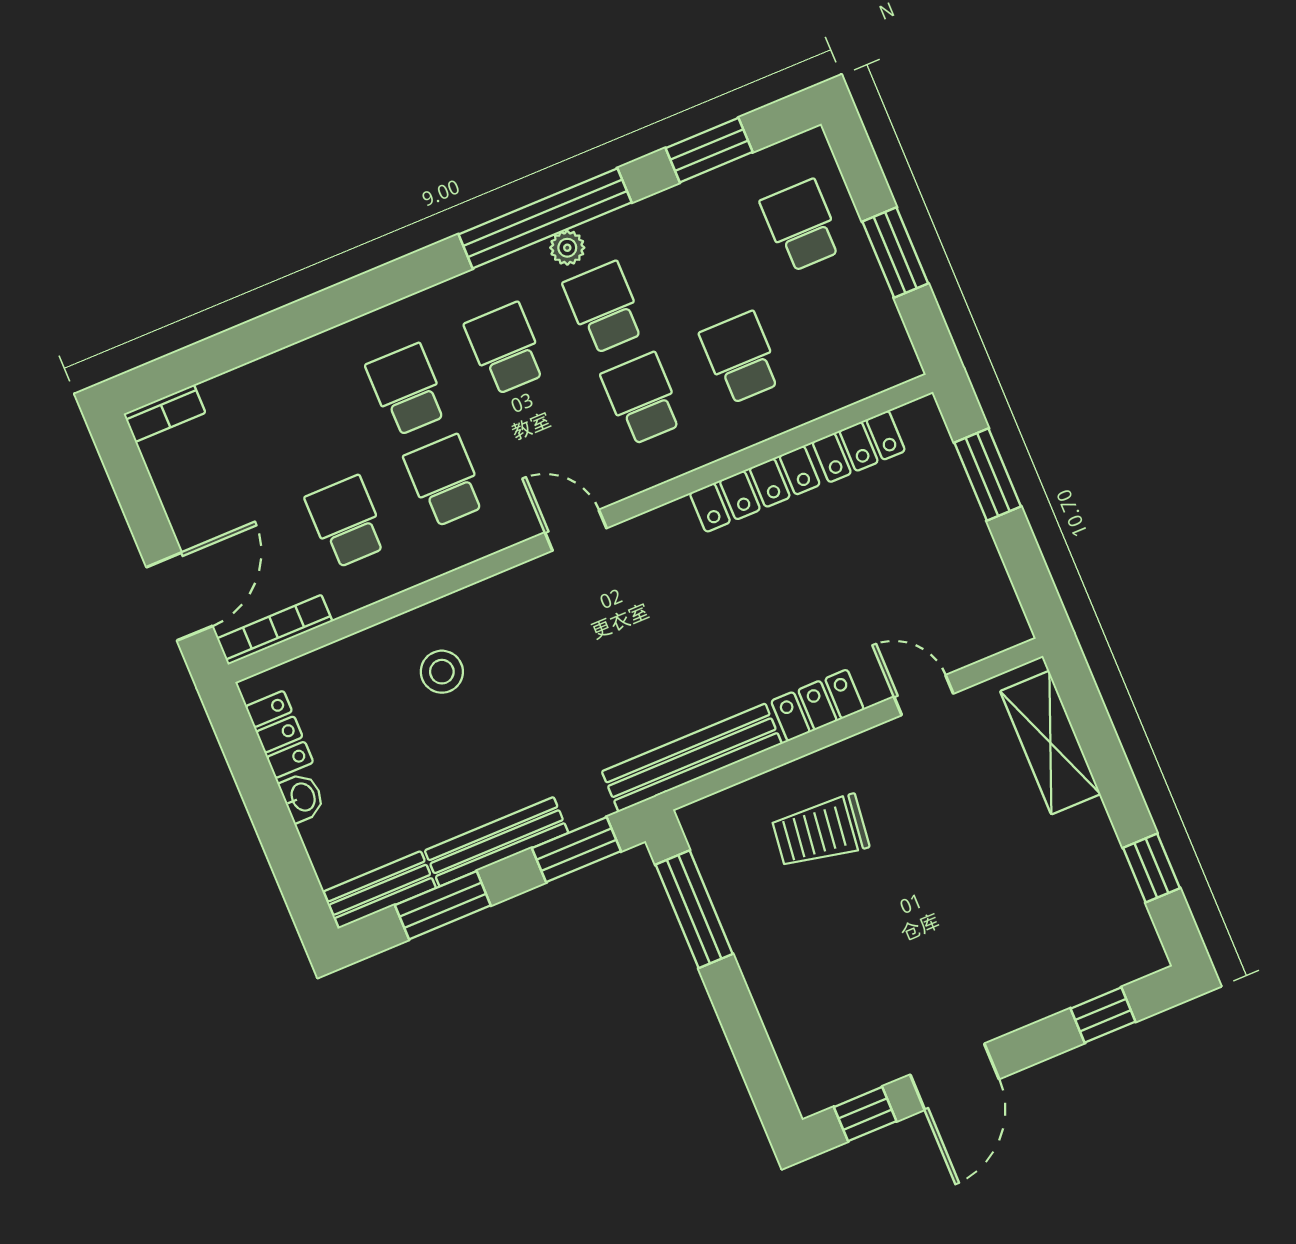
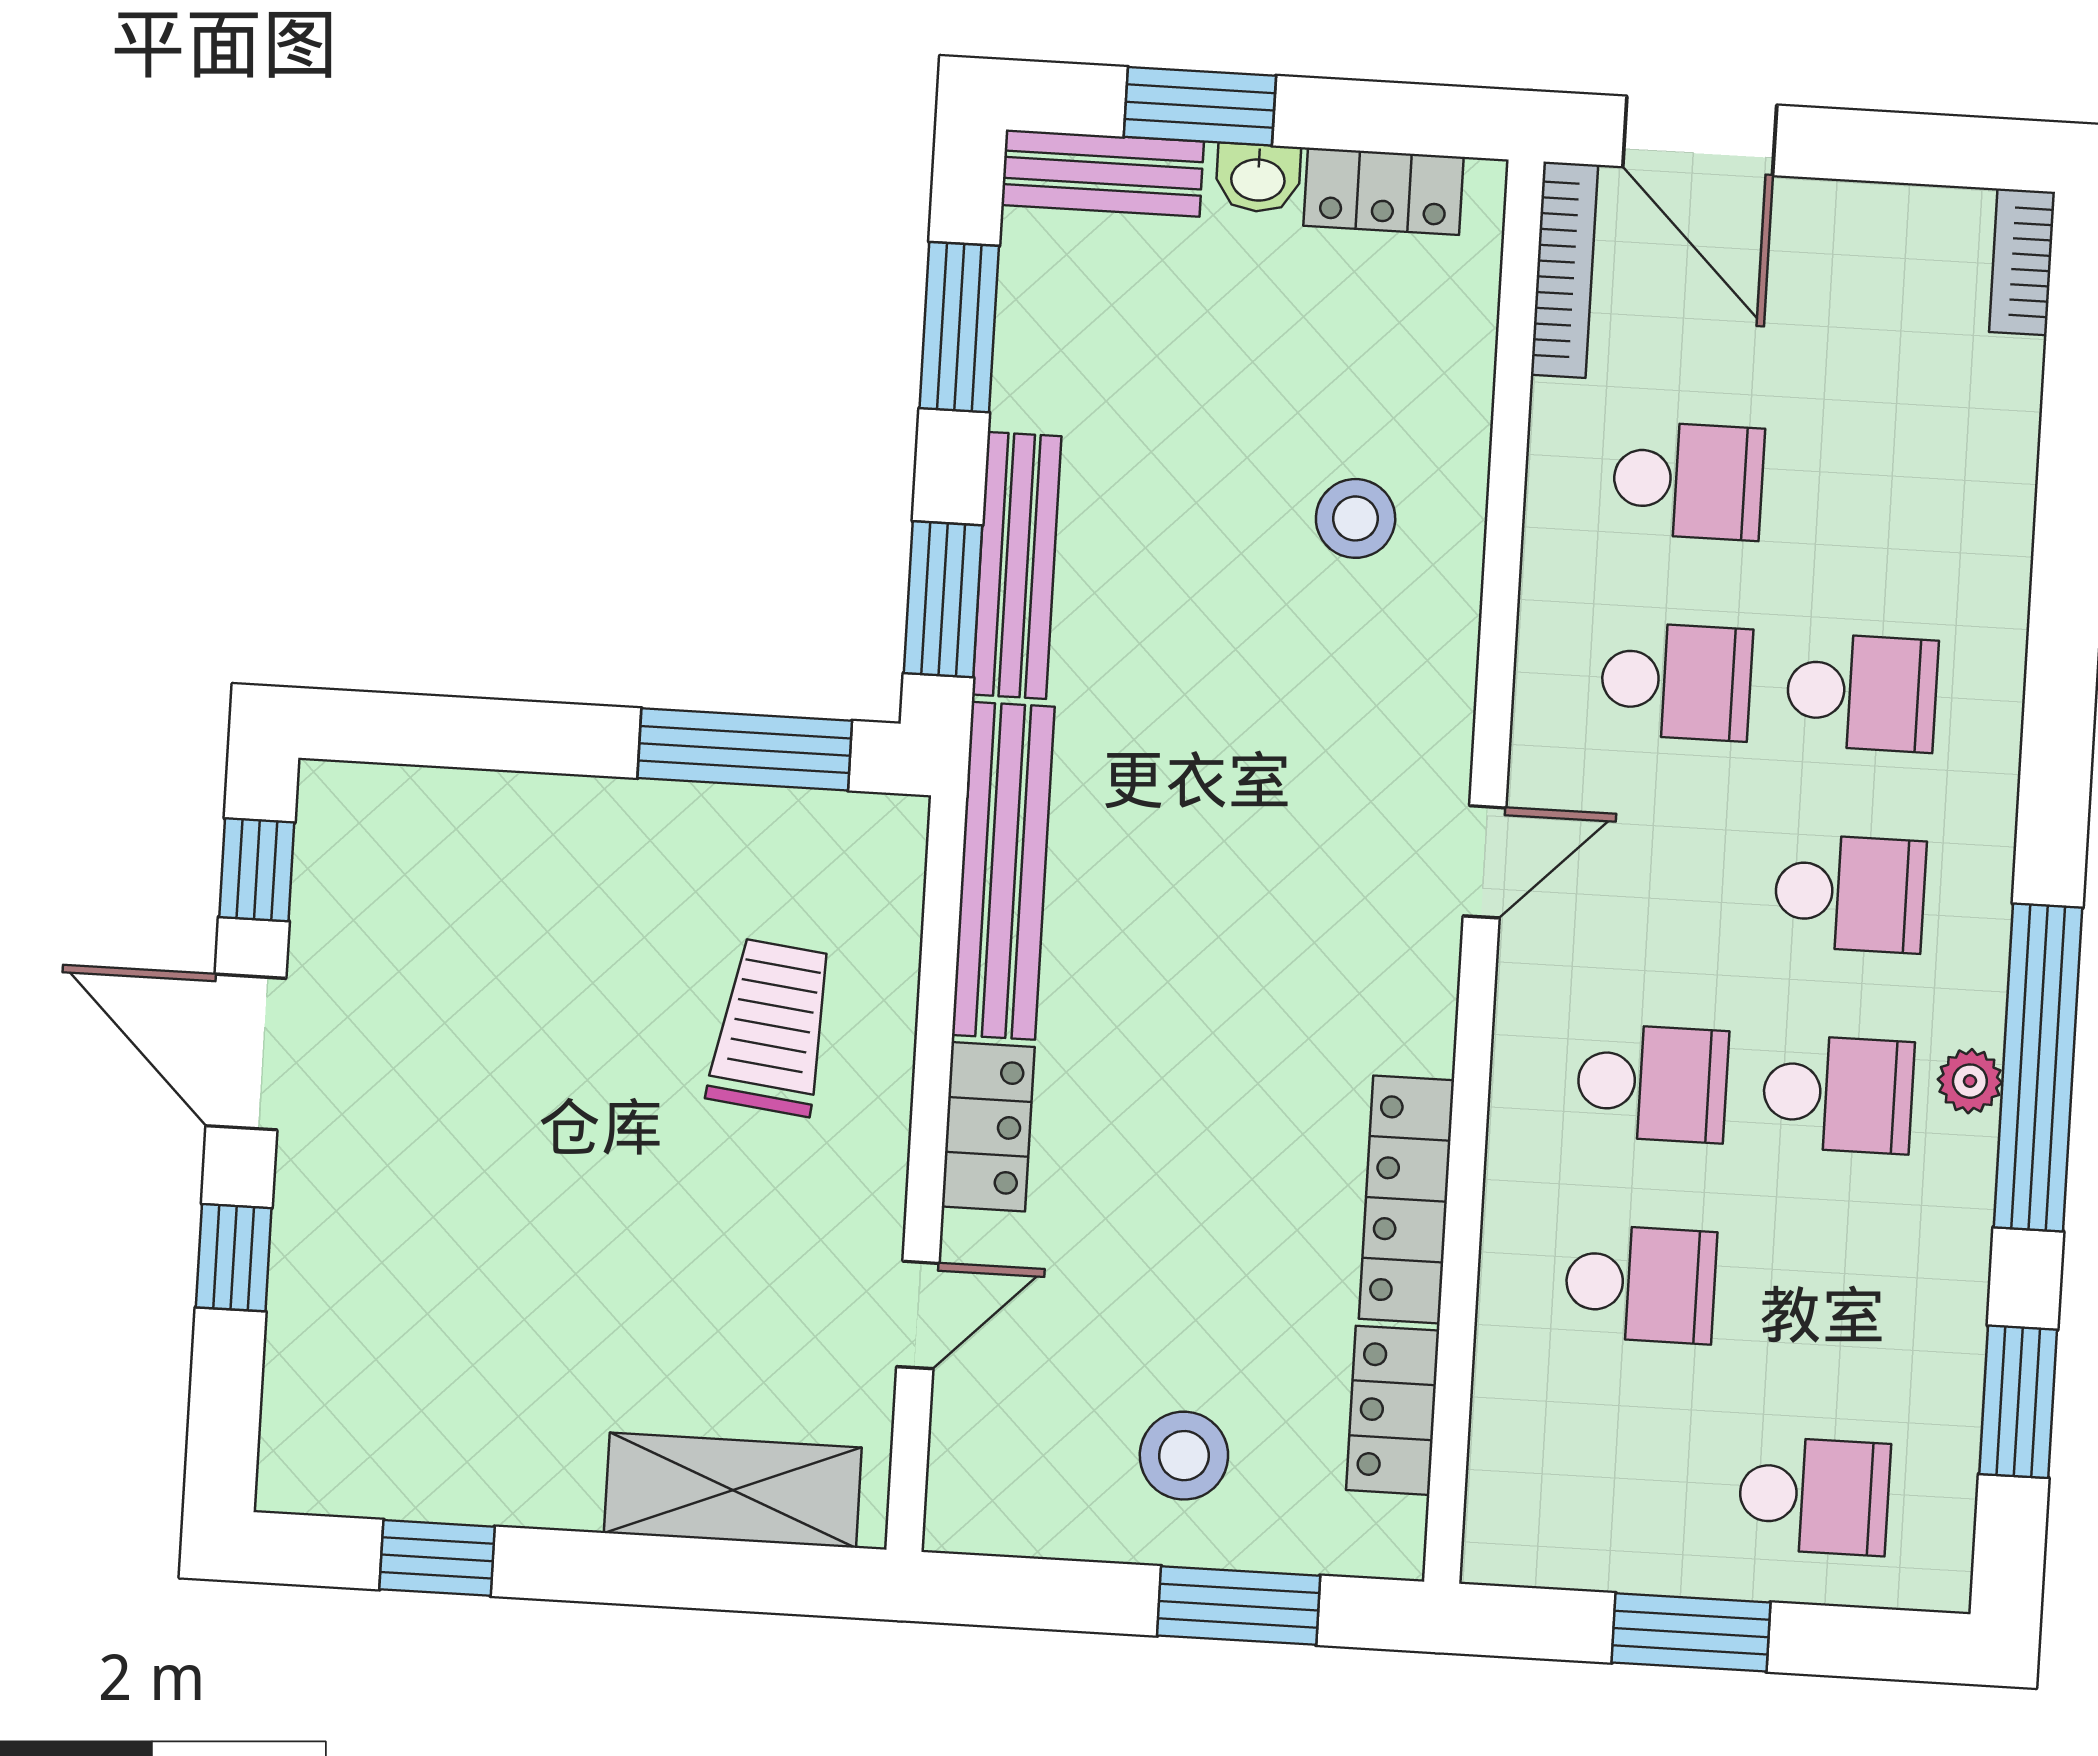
stool: (929, 535) -> (1184, 1456), added
window: (281, 842) -> (1200, 106), added
bench: (497, 842) -> (1017, 565), moved
bench: (380, 890) -> (1103, 173), moved, turned 90
window: (1103, 1015) -> (234, 1258), moved

